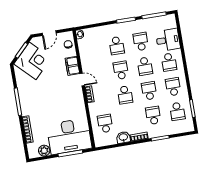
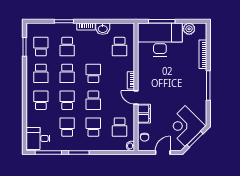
desk: (168, 40) -> (38, 138), moved
school desk: (141, 42) -> (67, 127), turned 180
school desk: (93, 50) -> (120, 127), added

